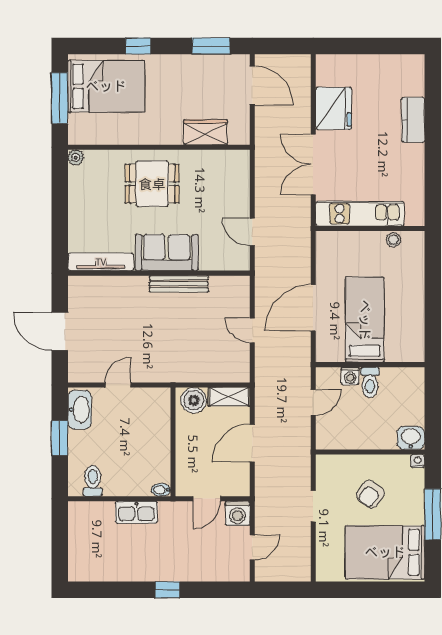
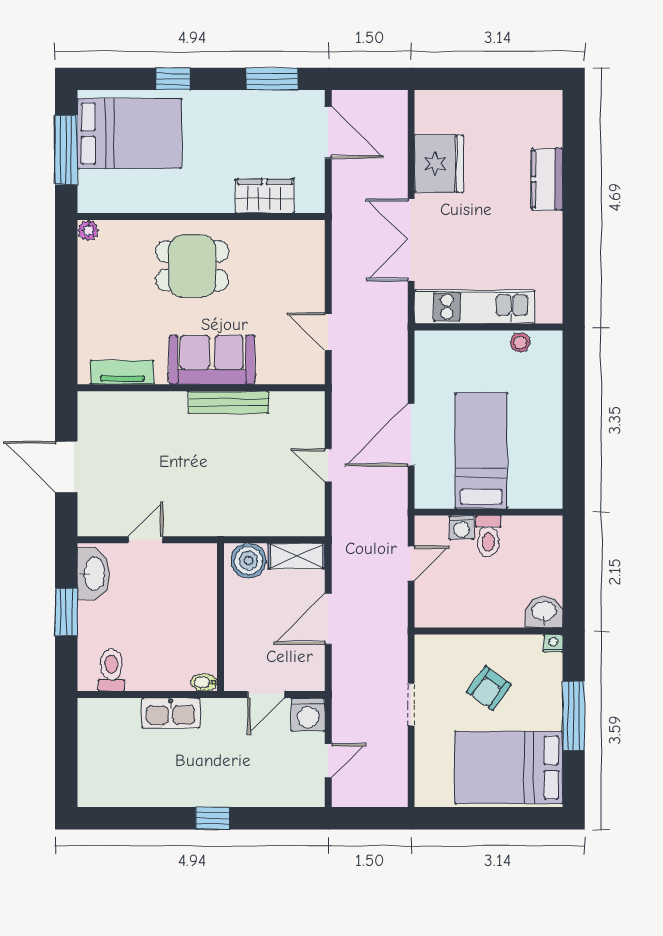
tv unit: (101, 262) -> (122, 372), width x0.71

